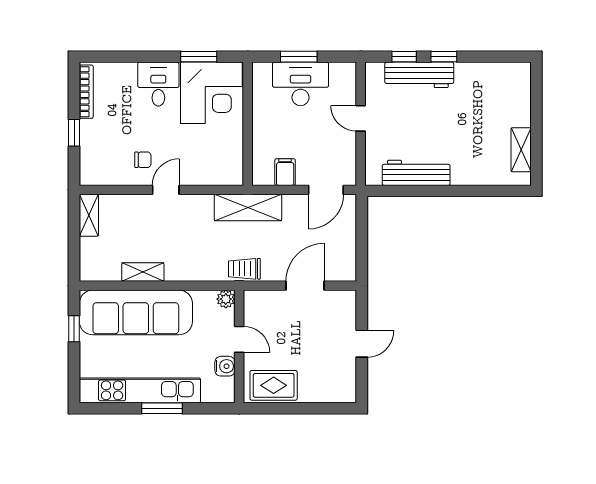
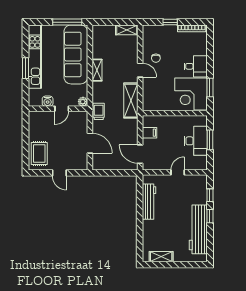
workbench: (419, 75) -> (198, 229), moved, width x1.36, depth x1.32
shelving: (248, 208) -> (131, 101), moved
shelving: (143, 272) -> (97, 70), moved
window: (74, 329) -> (67, 22), width x2.17
rug: (274, 385) -> (39, 154), moved

